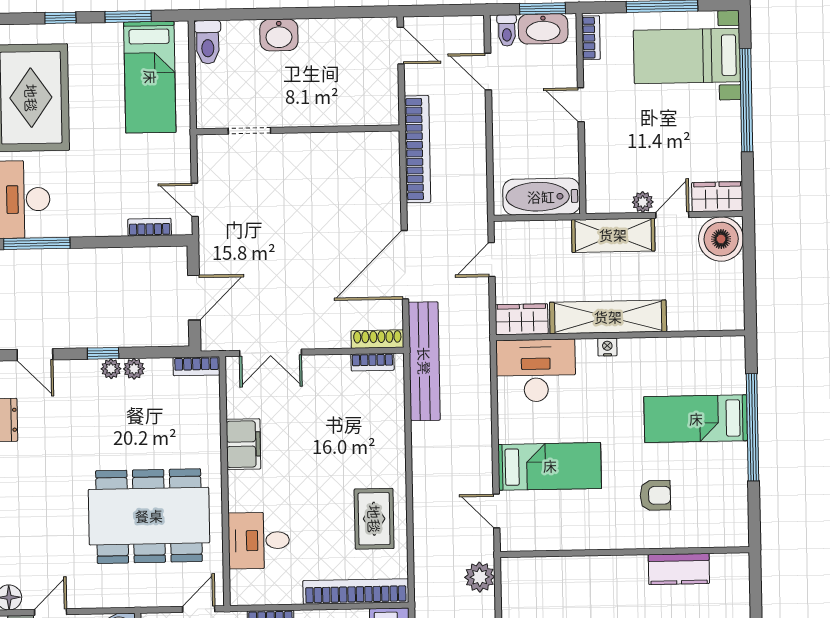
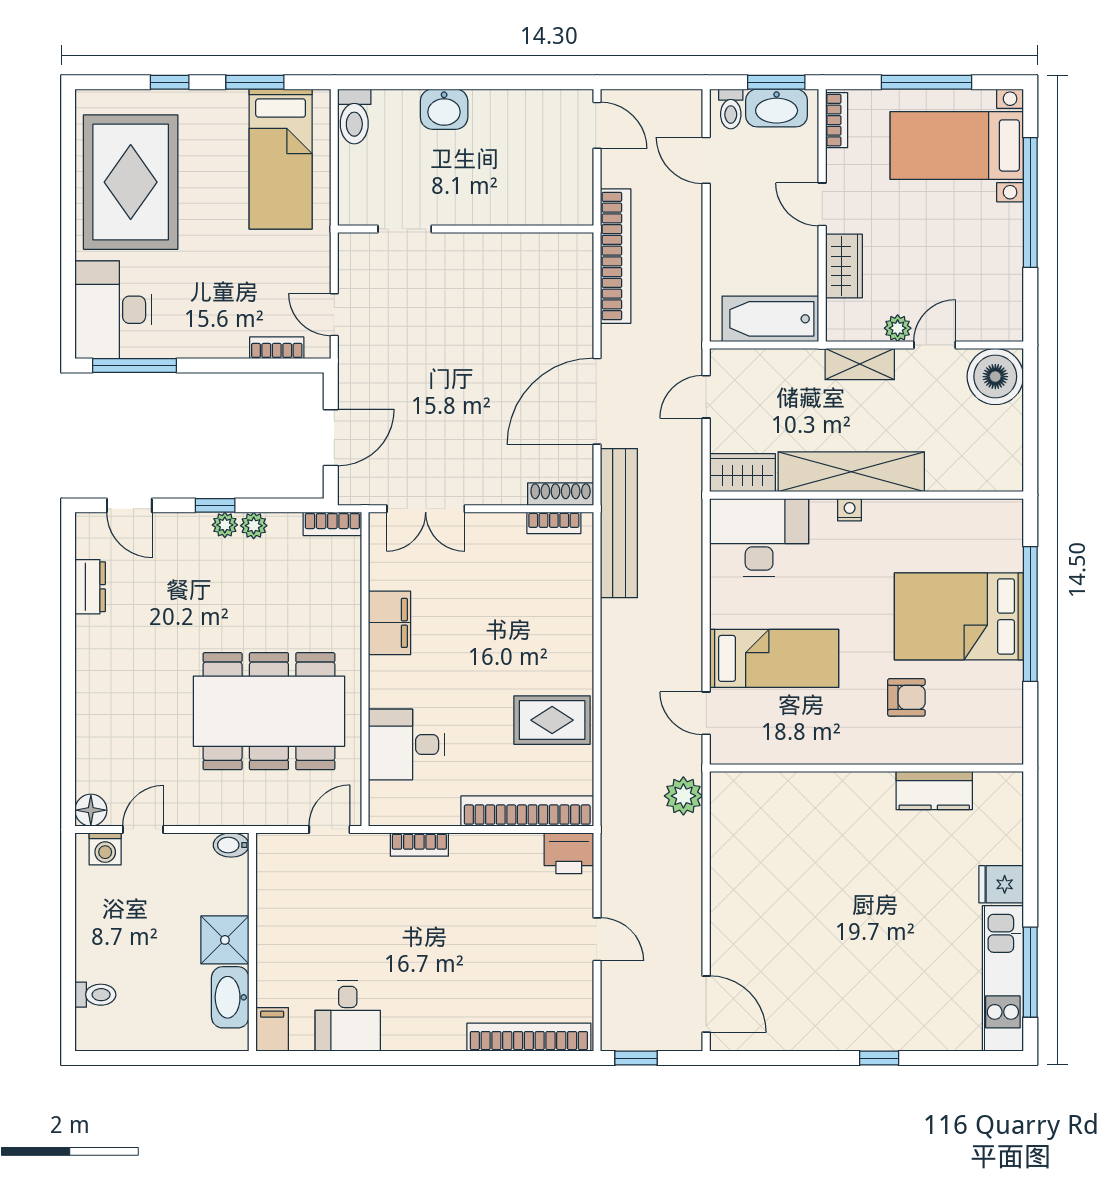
wardrobe: (717, 197) -> (844, 266), moved, turned 90
shelving: (613, 235) -> (860, 364), width x0.67, depth x0.75
bed: (696, 419) -> (959, 616), width x1.50
rug: (374, 519) -> (552, 720), turned 90

